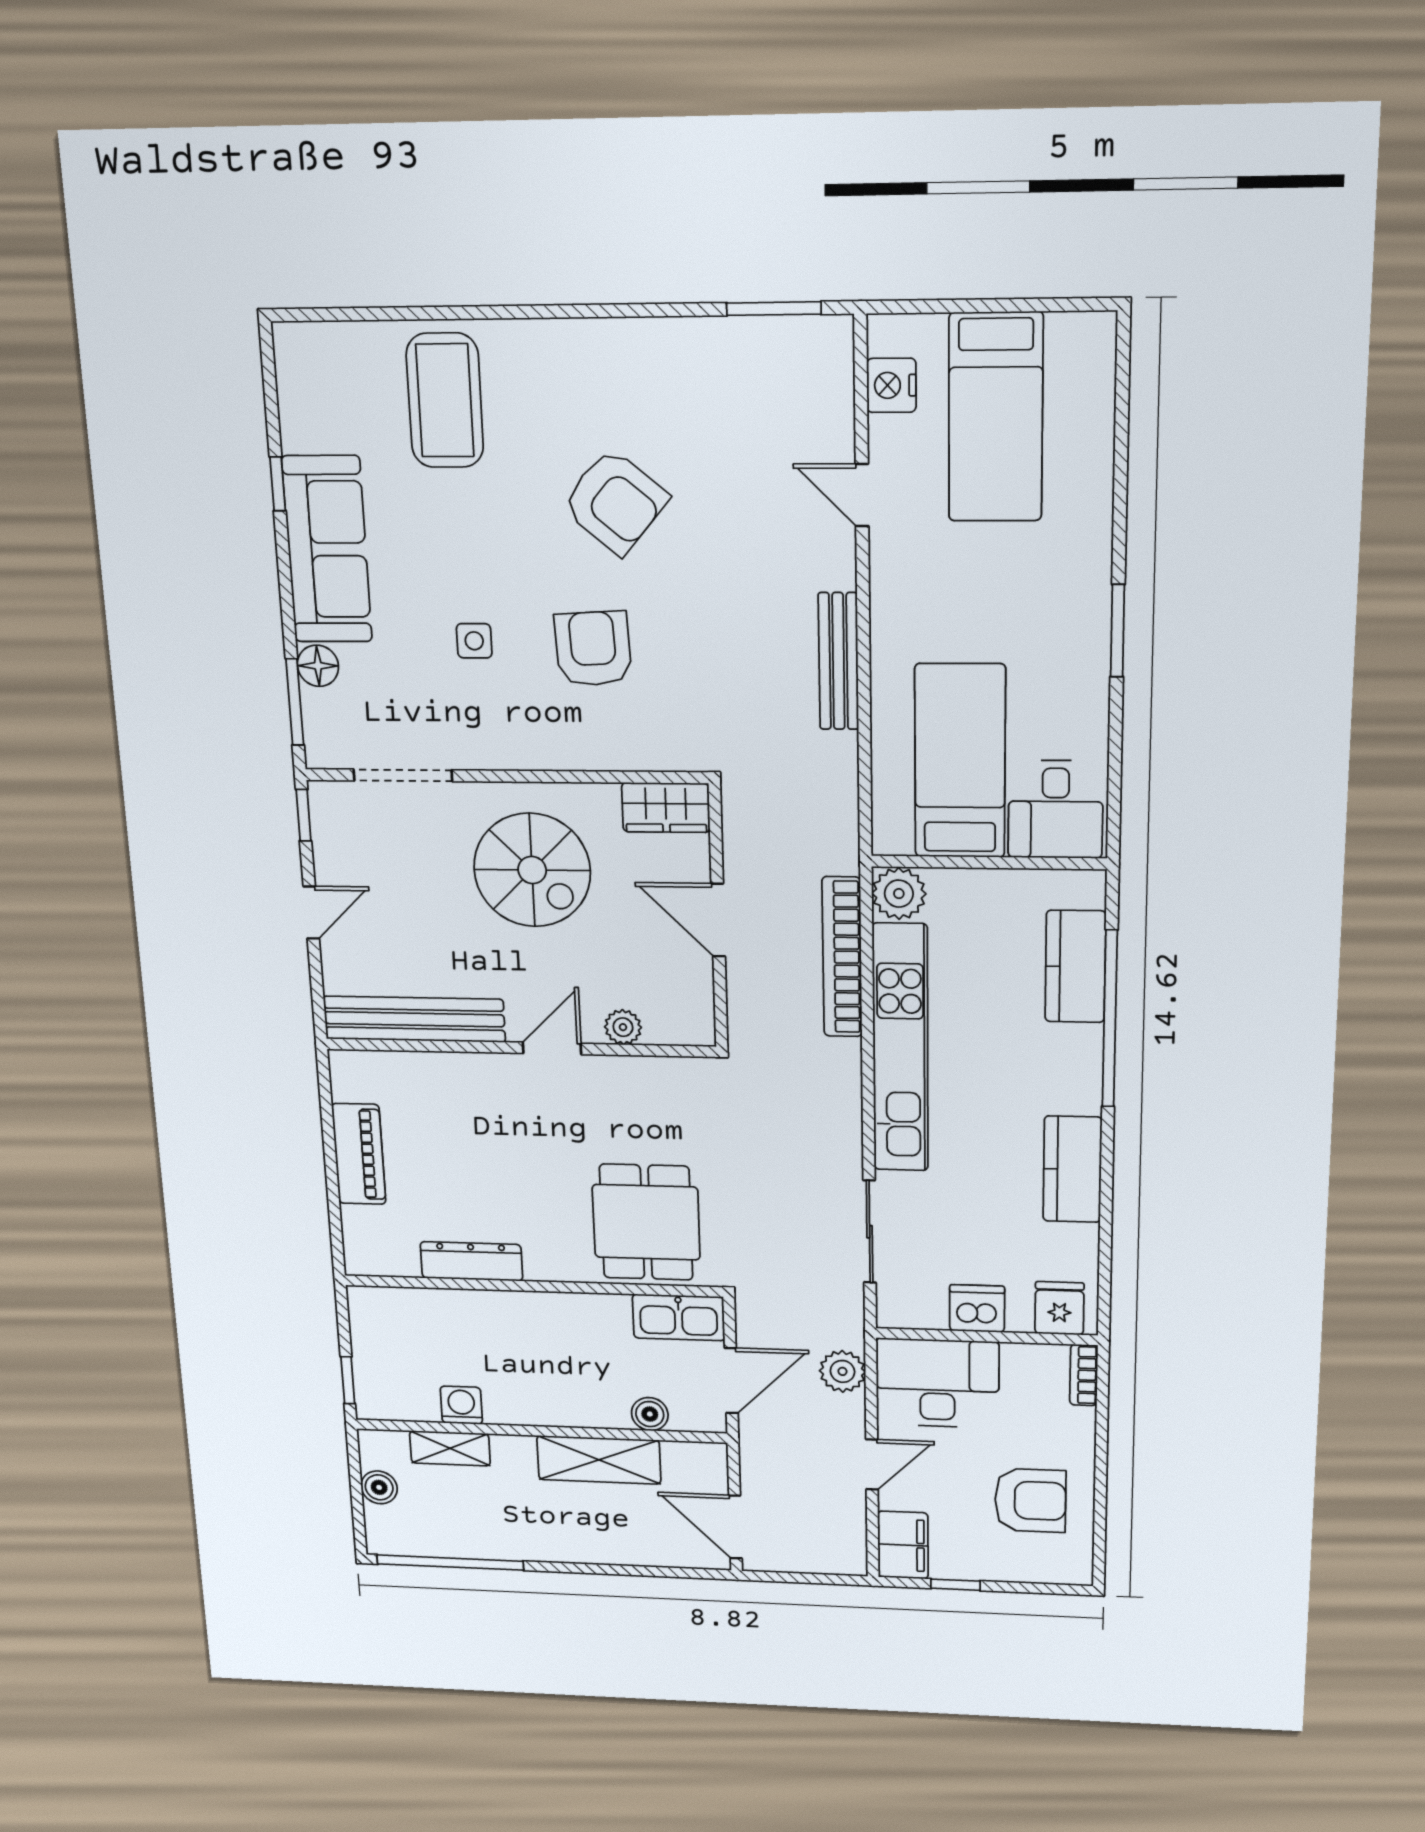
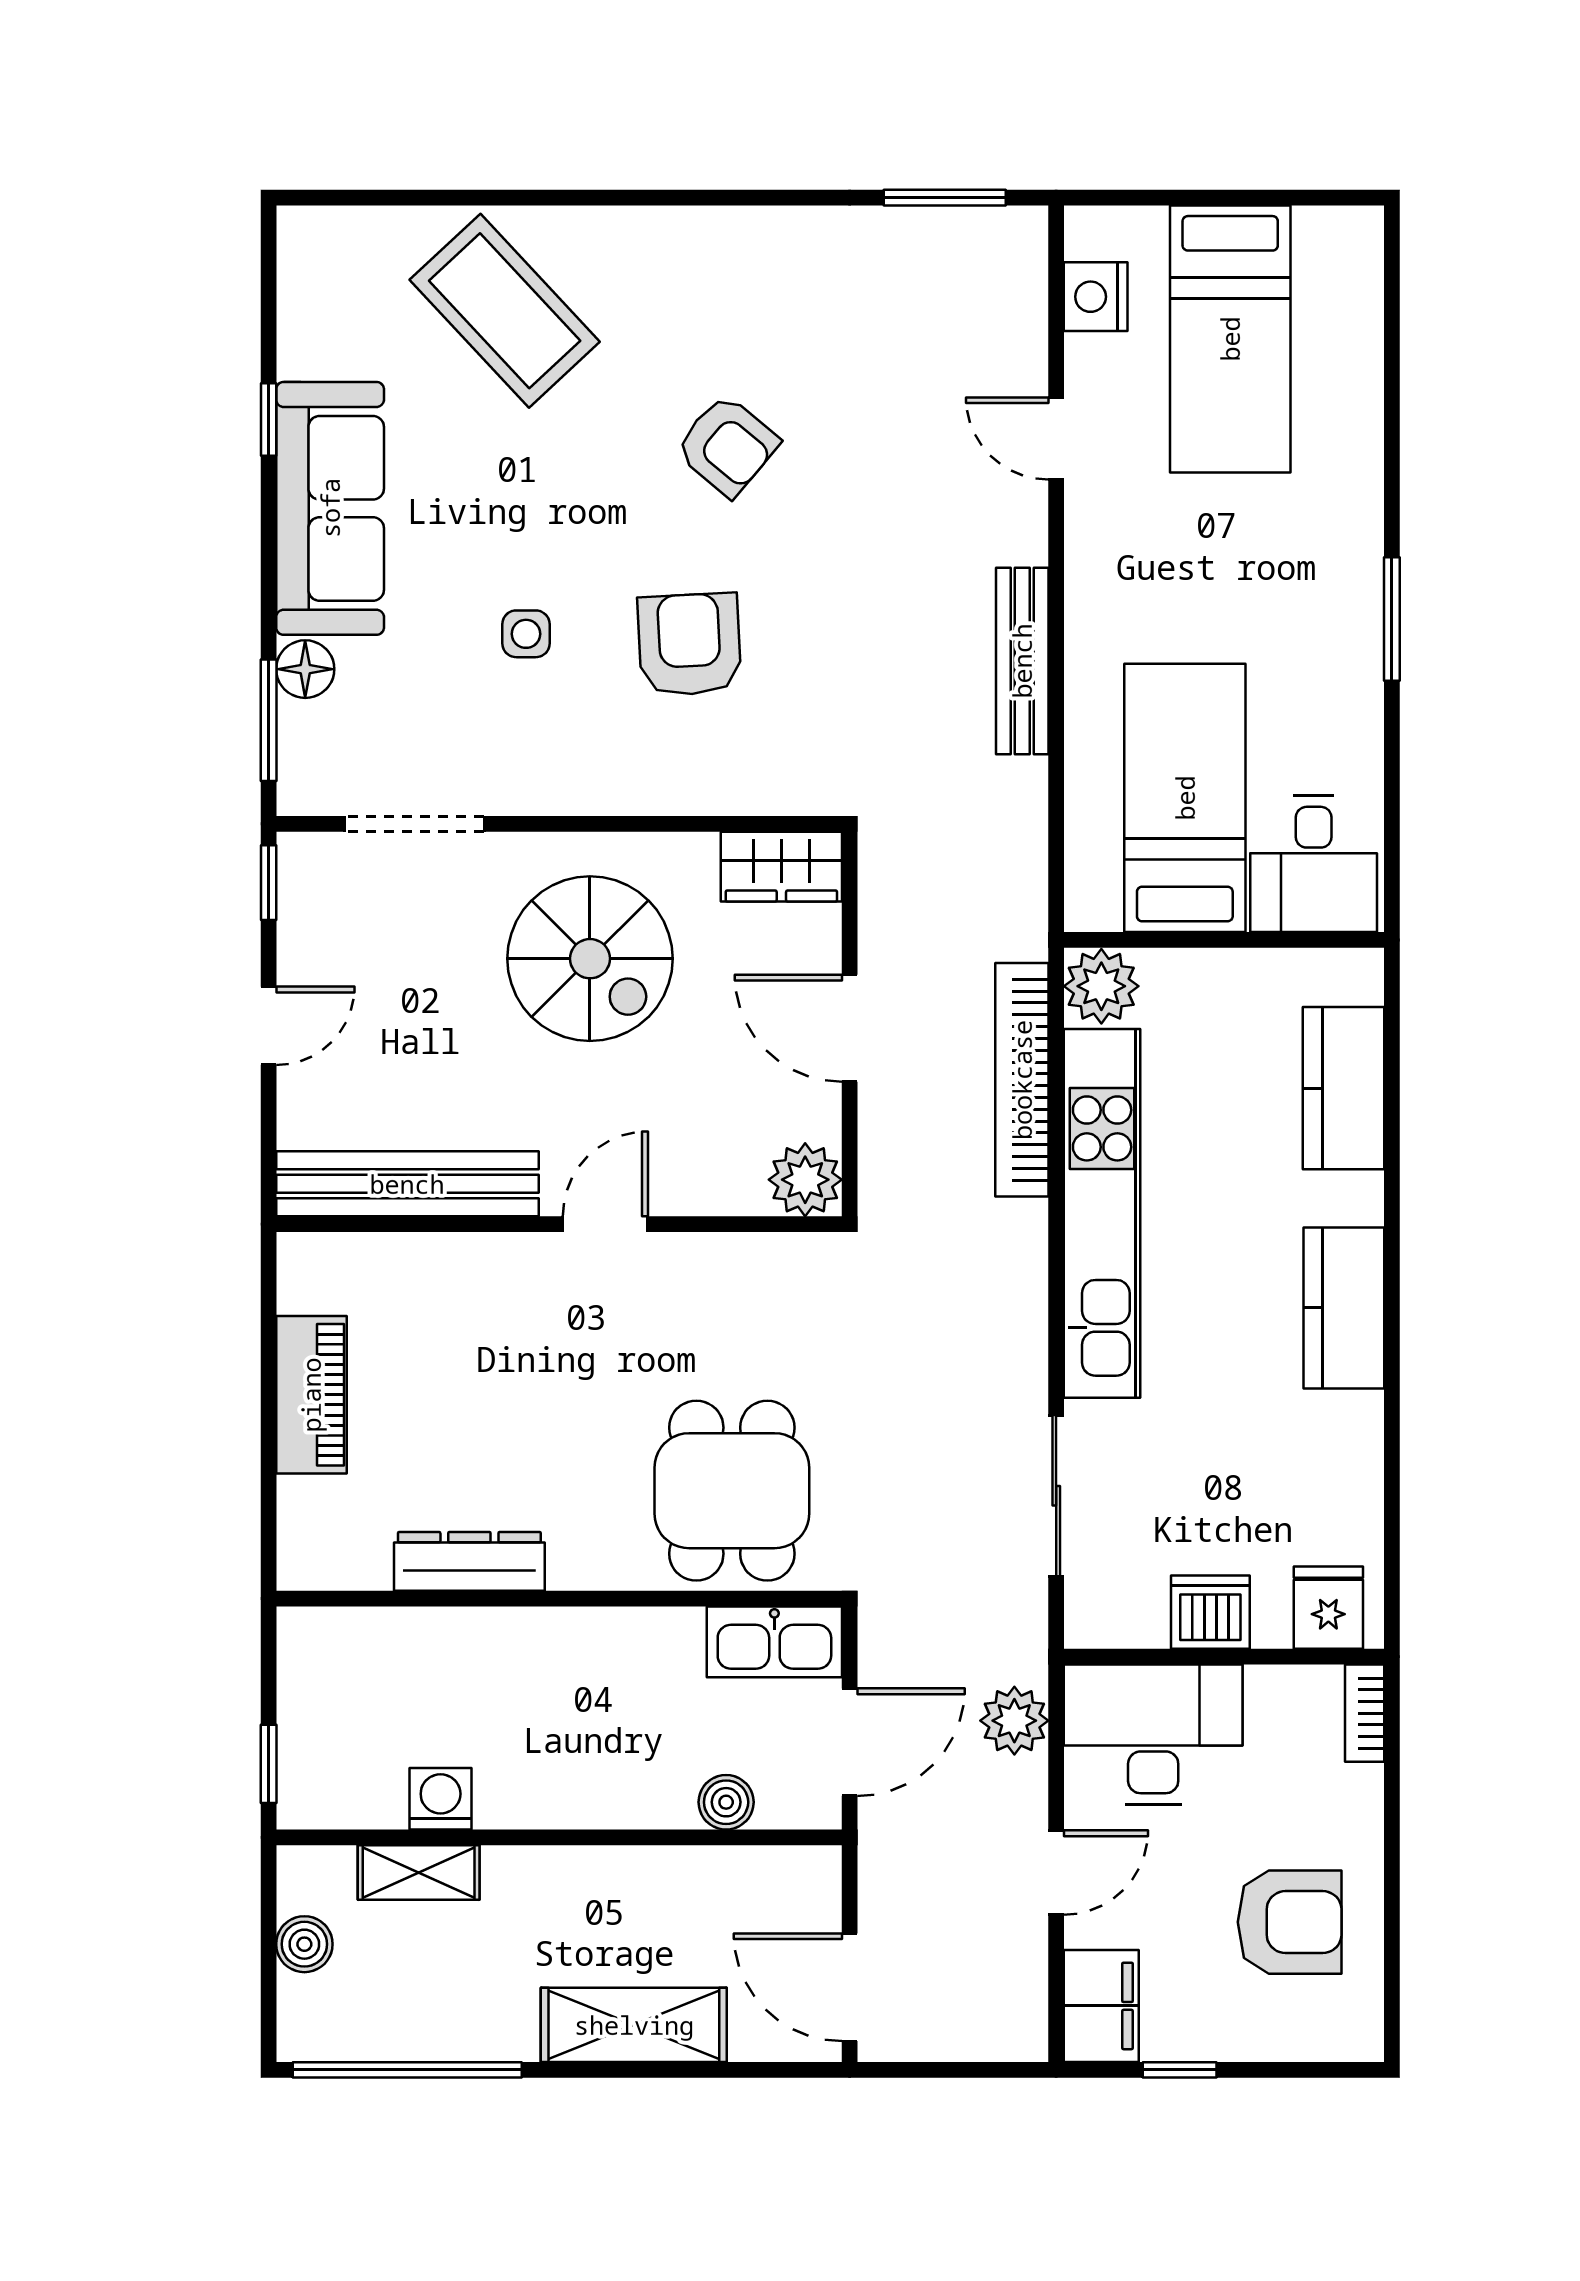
coffee table: (445, 400) -> (505, 311), turned -43
armchair: (615, 502) -> (727, 446), width x0.72, depth x0.72
window: (1110, 1019) -> (1392, 1164), removed
plant: (623, 1027) -> (805, 1180), moved, width x1.38, depth x1.38
kitchen counter: (1072, 1169) -> (1344, 1308), moved
shelving: (599, 1460) -> (634, 2025), moved

